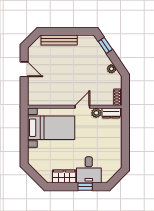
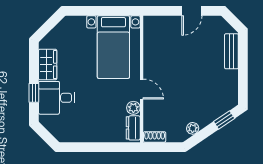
bench: (59, 40) -> (231, 51), width x0.73

